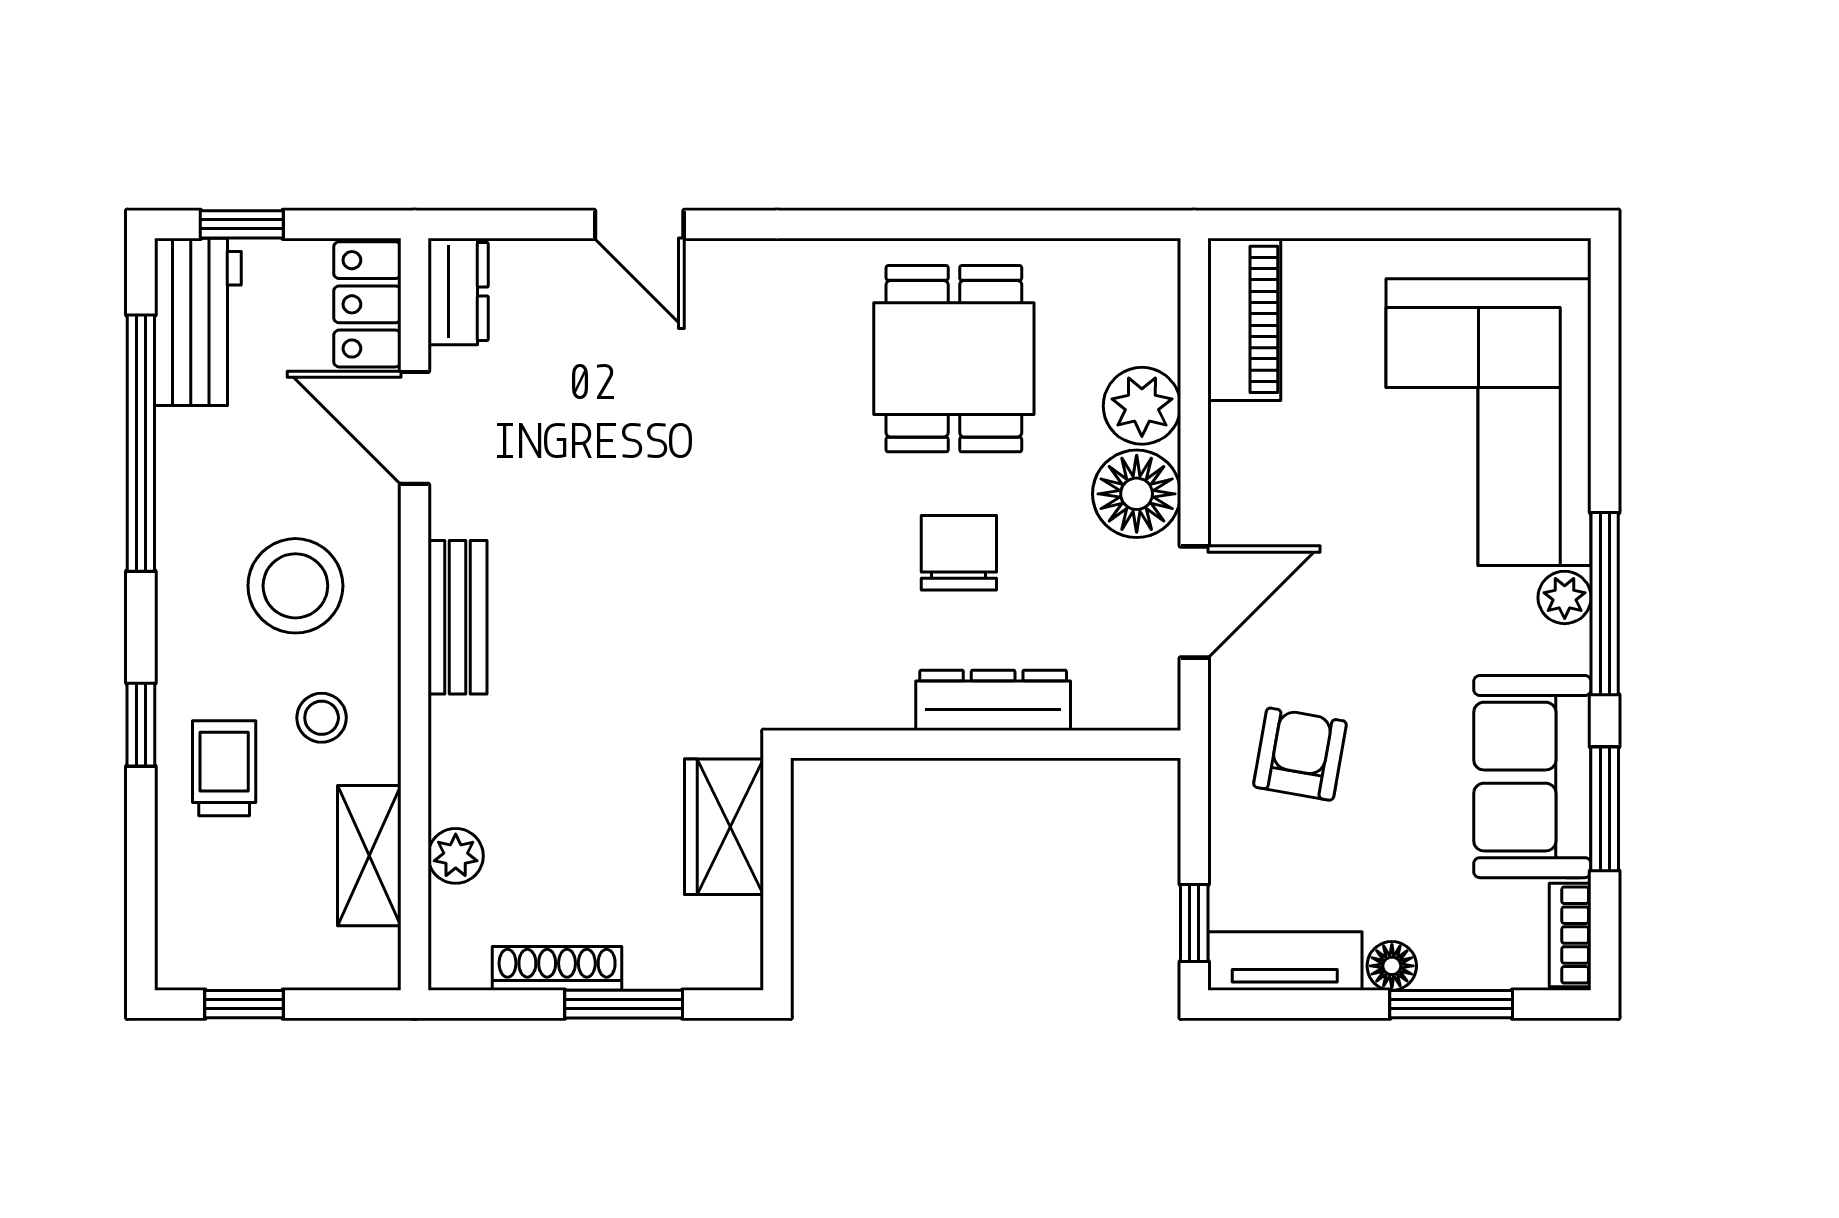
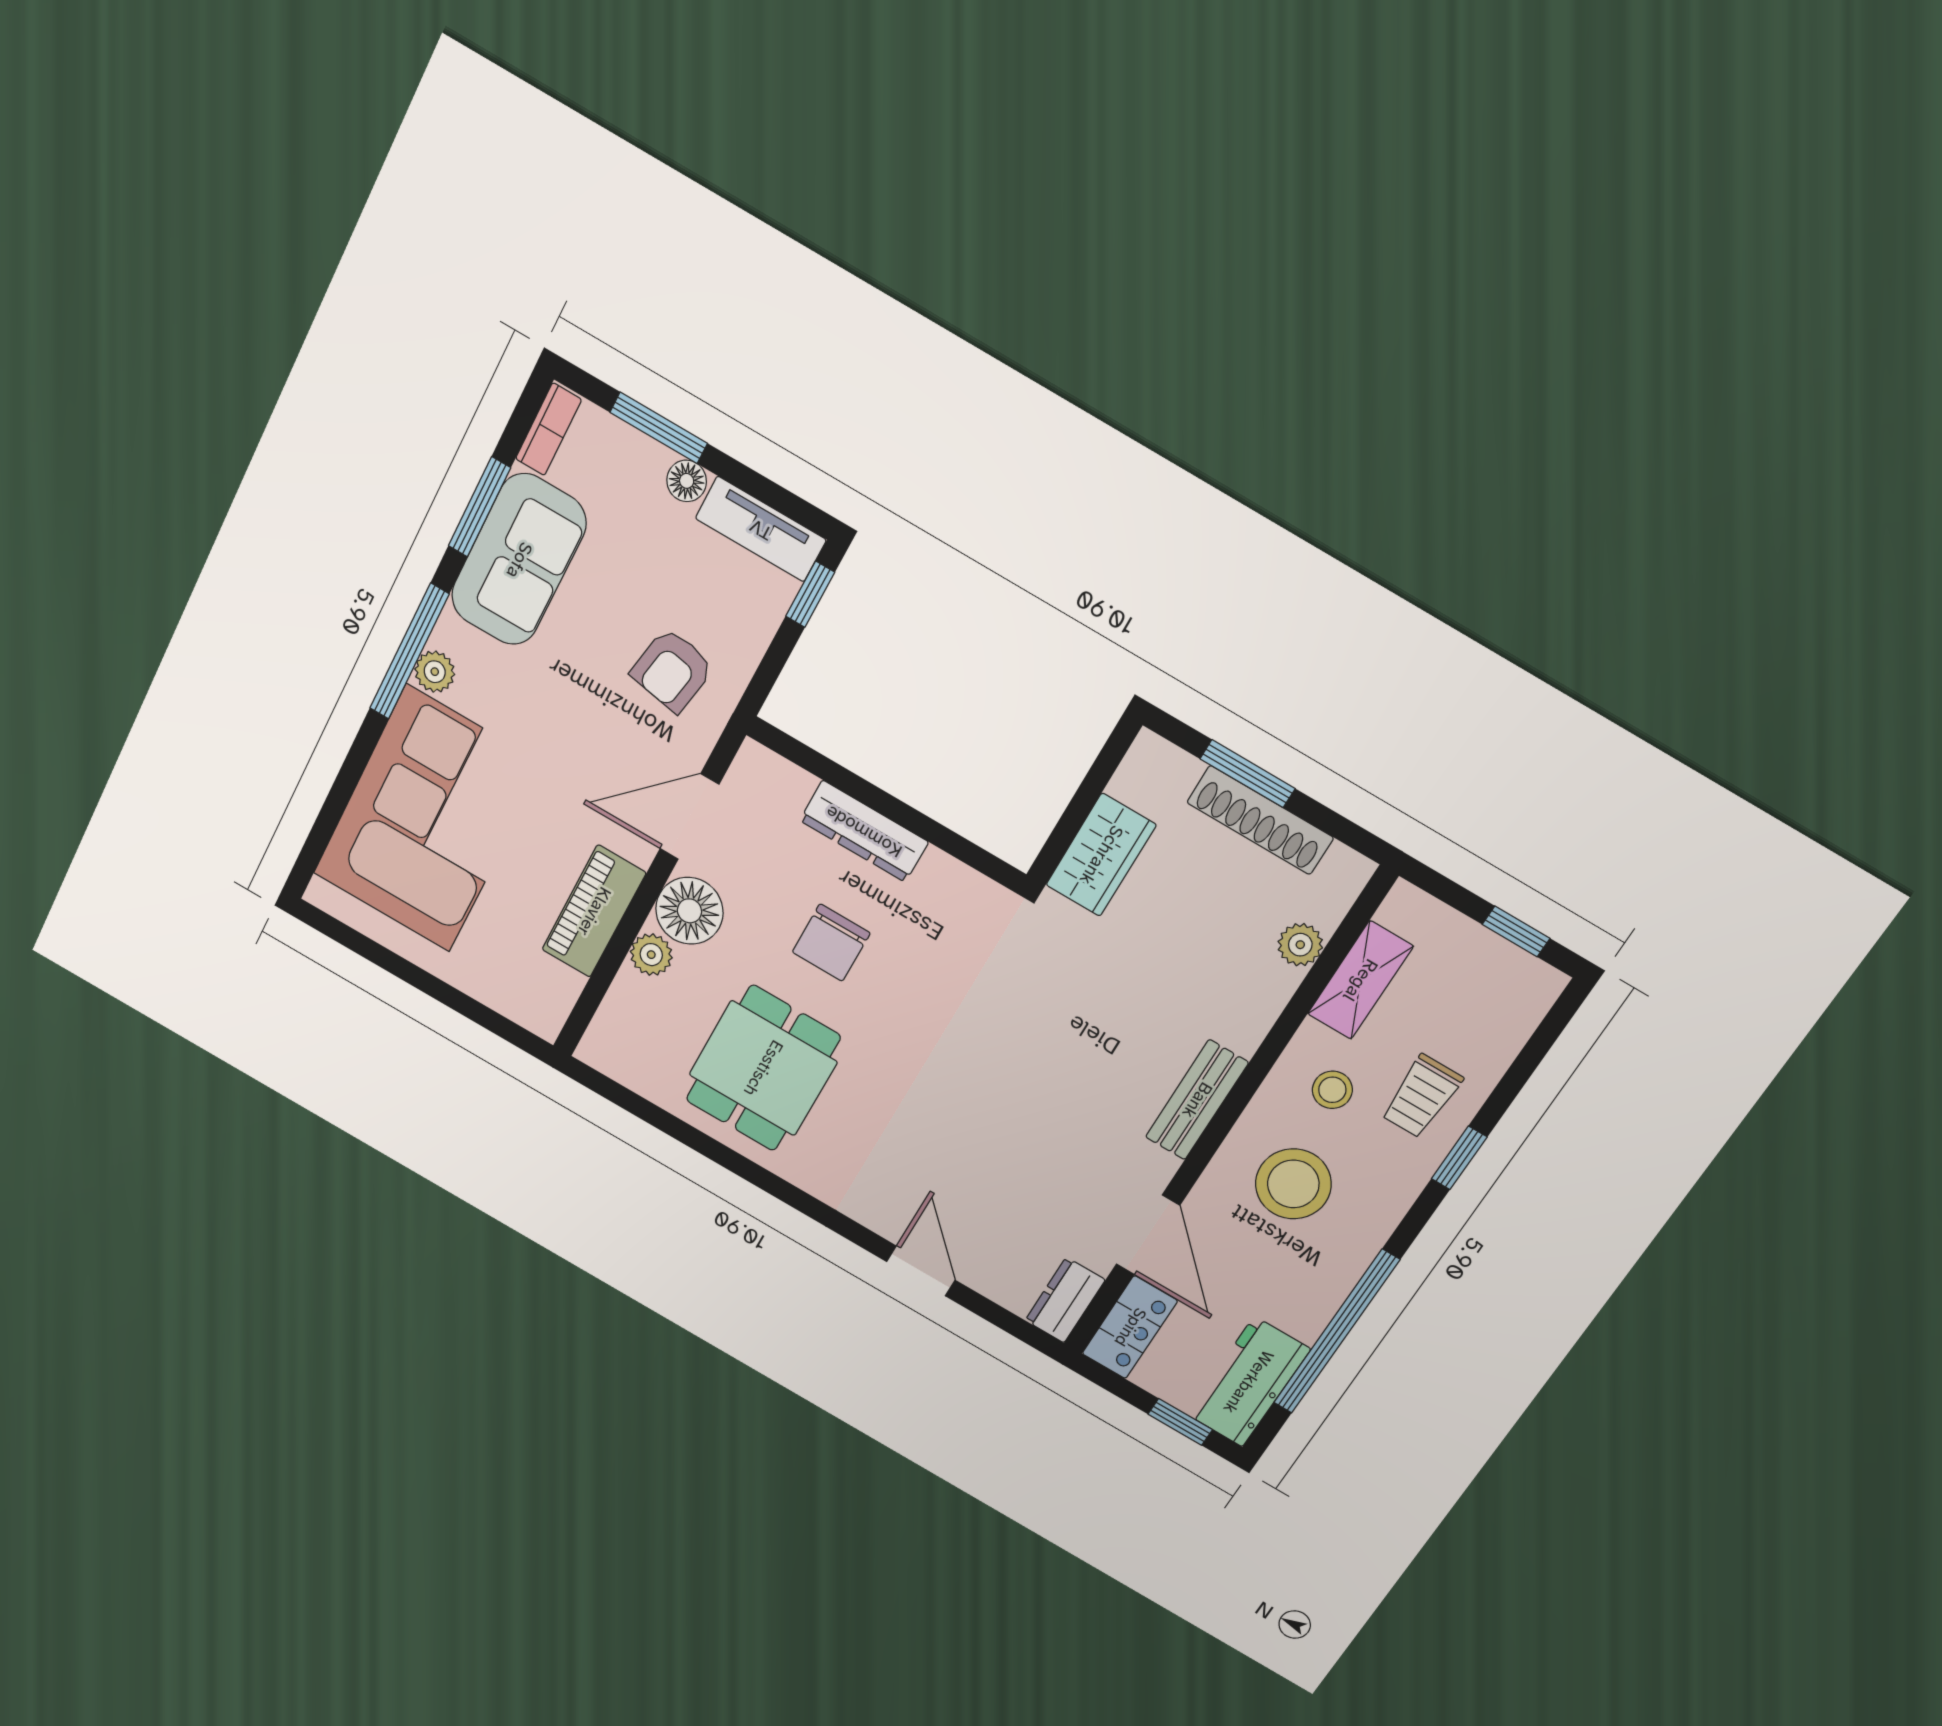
piano: (1244, 319) -> (594, 911), moved
plant: (1142, 406) -> (651, 955), width x0.73, depth x0.73
shoe rack: (557, 968) -> (1260, 820), width x1.36, depth x1.24

